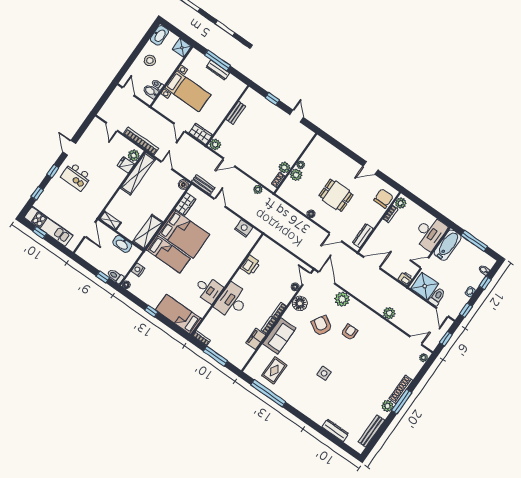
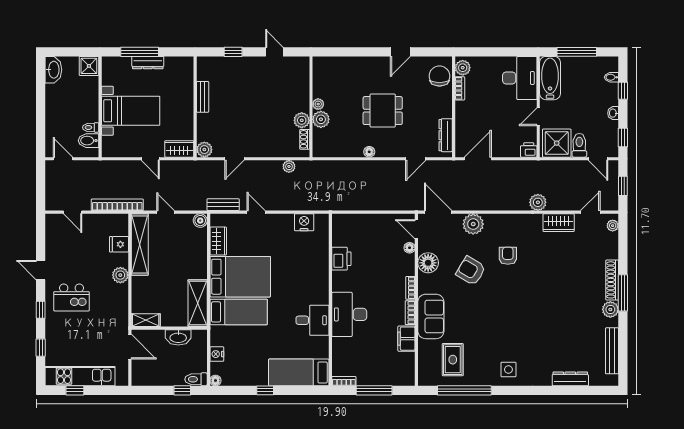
stool: (150, 60) -> (63, 106), removed
plant: (134, 155) -> (120, 275), moved
wardrobe: (393, 334) -> (559, 223), added
side table: (324, 373) -> (508, 370), moved

